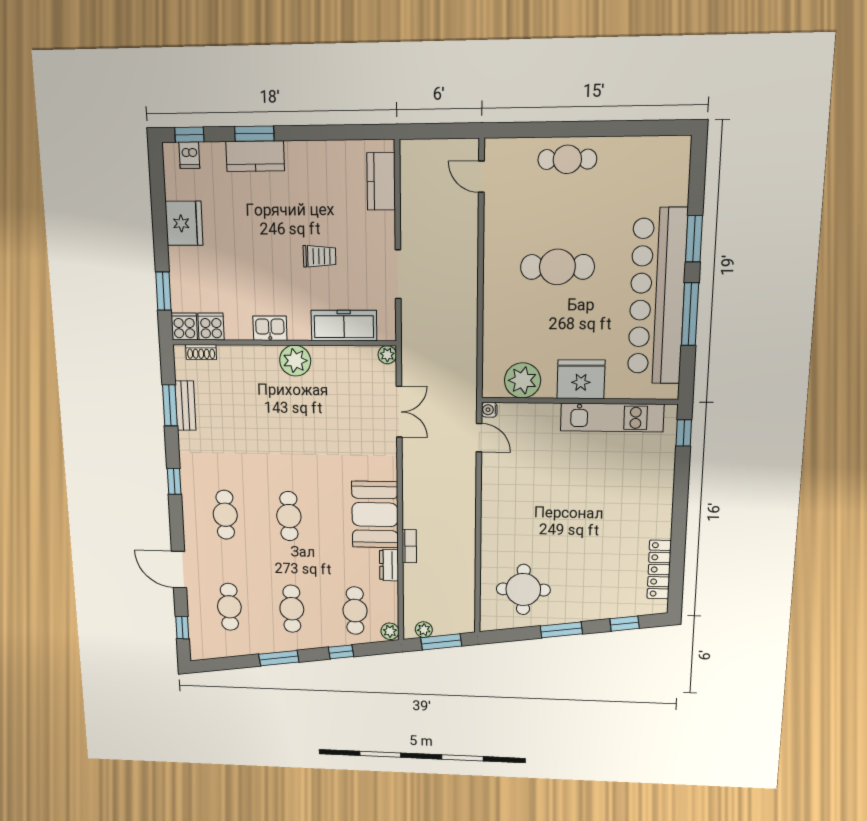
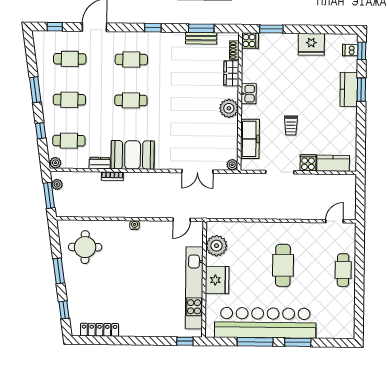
cooker: (211, 327) -> (308, 163), moved, turned -90
wardrobe: (238, 357) -> (231, 73), added
water cooler: (489, 410) -> (135, 225), moved
kitchen unit: (612, 418) -> (194, 288), width x1.36

